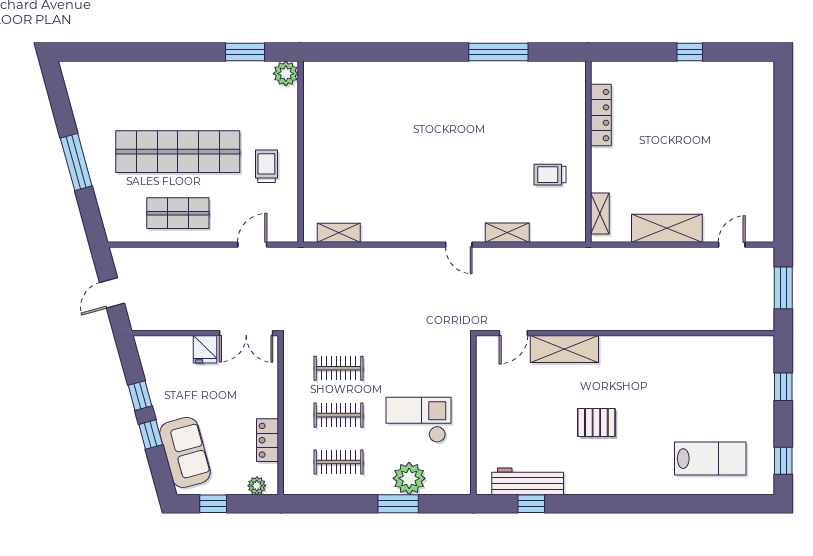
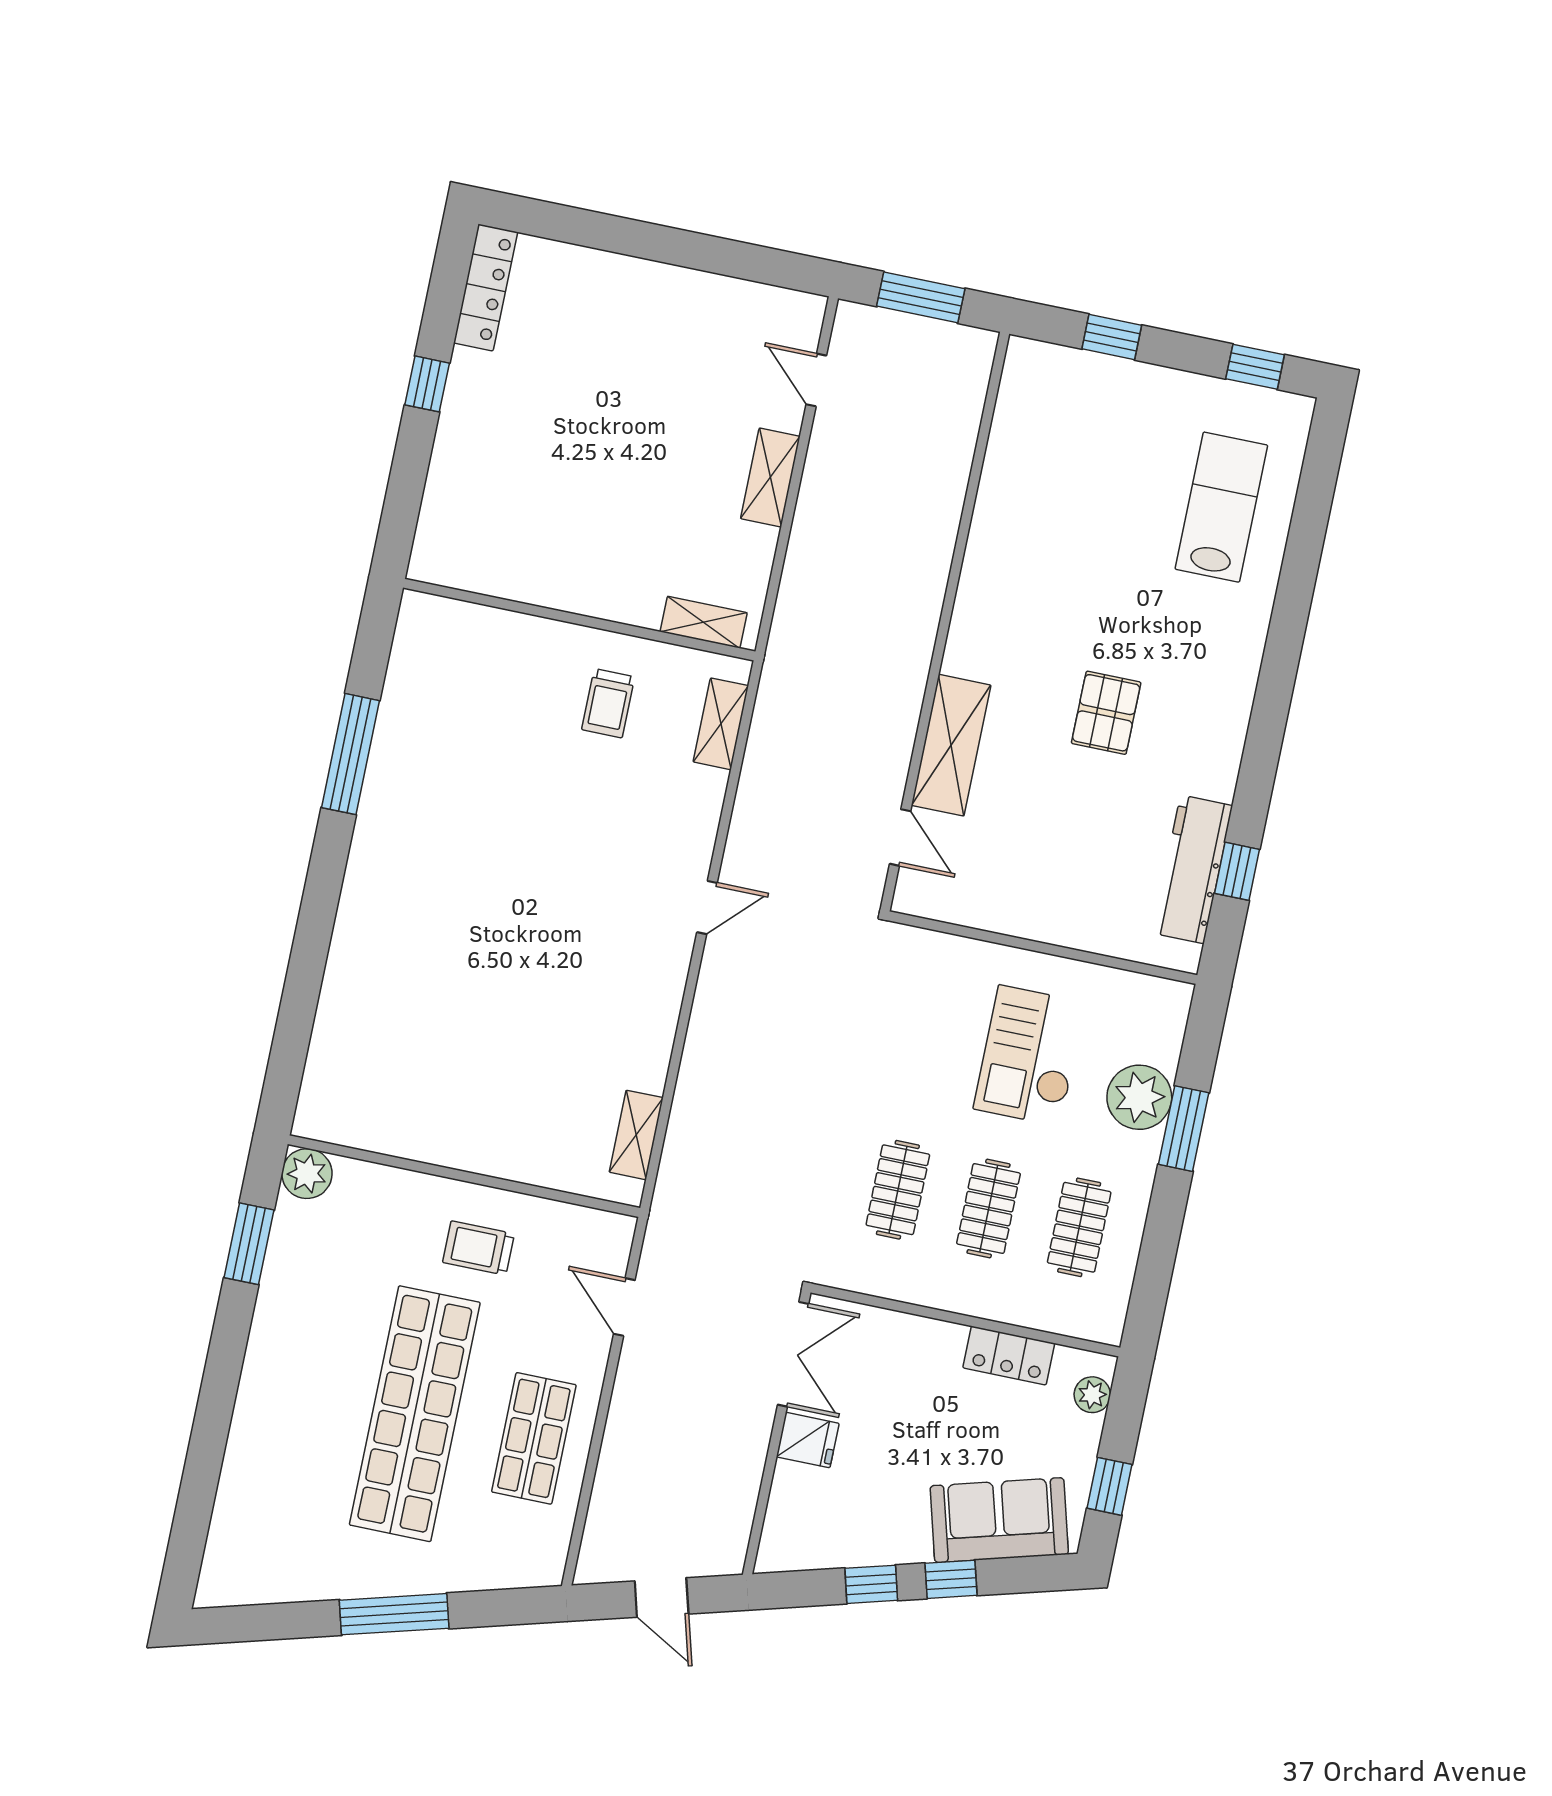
locker: (601, 115) -> (486, 287), moved, turned 90
shelving: (667, 228) -> (770, 477), width x0.67, depth x0.75
shelving: (507, 233) -> (721, 724), moved

